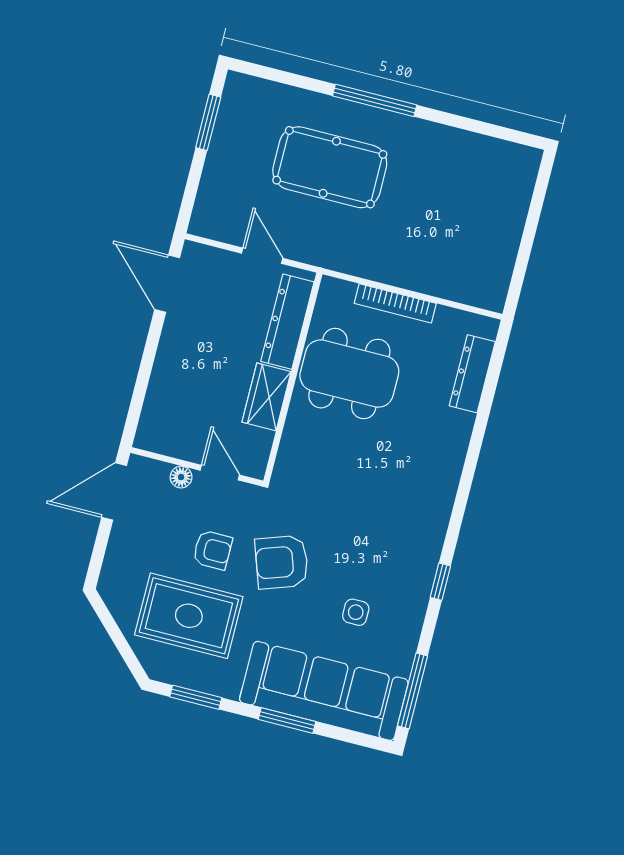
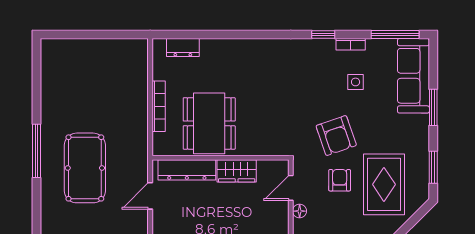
dresser: (472, 374) -> (183, 48), width x0.70
bookcase: (415, 620) -> (351, 44), added
sofa: (324, 691) -> (413, 76), width x0.74, depth x0.79

